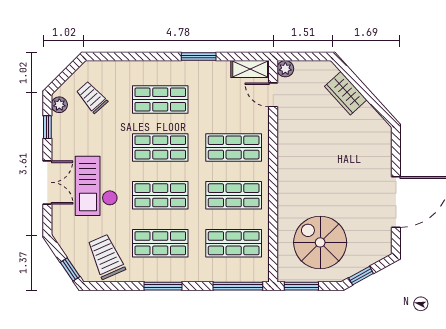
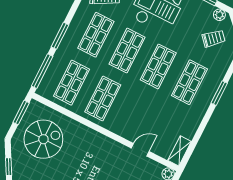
window: (199, 57) -> (219, 93), moved
door: (273, 95) -> (140, 150), moved
shop shelf: (234, 147) -> (134, 114), removed
window: (361, 276) -> (9, 167), moved
window: (163, 286) -> (60, 36), moved

